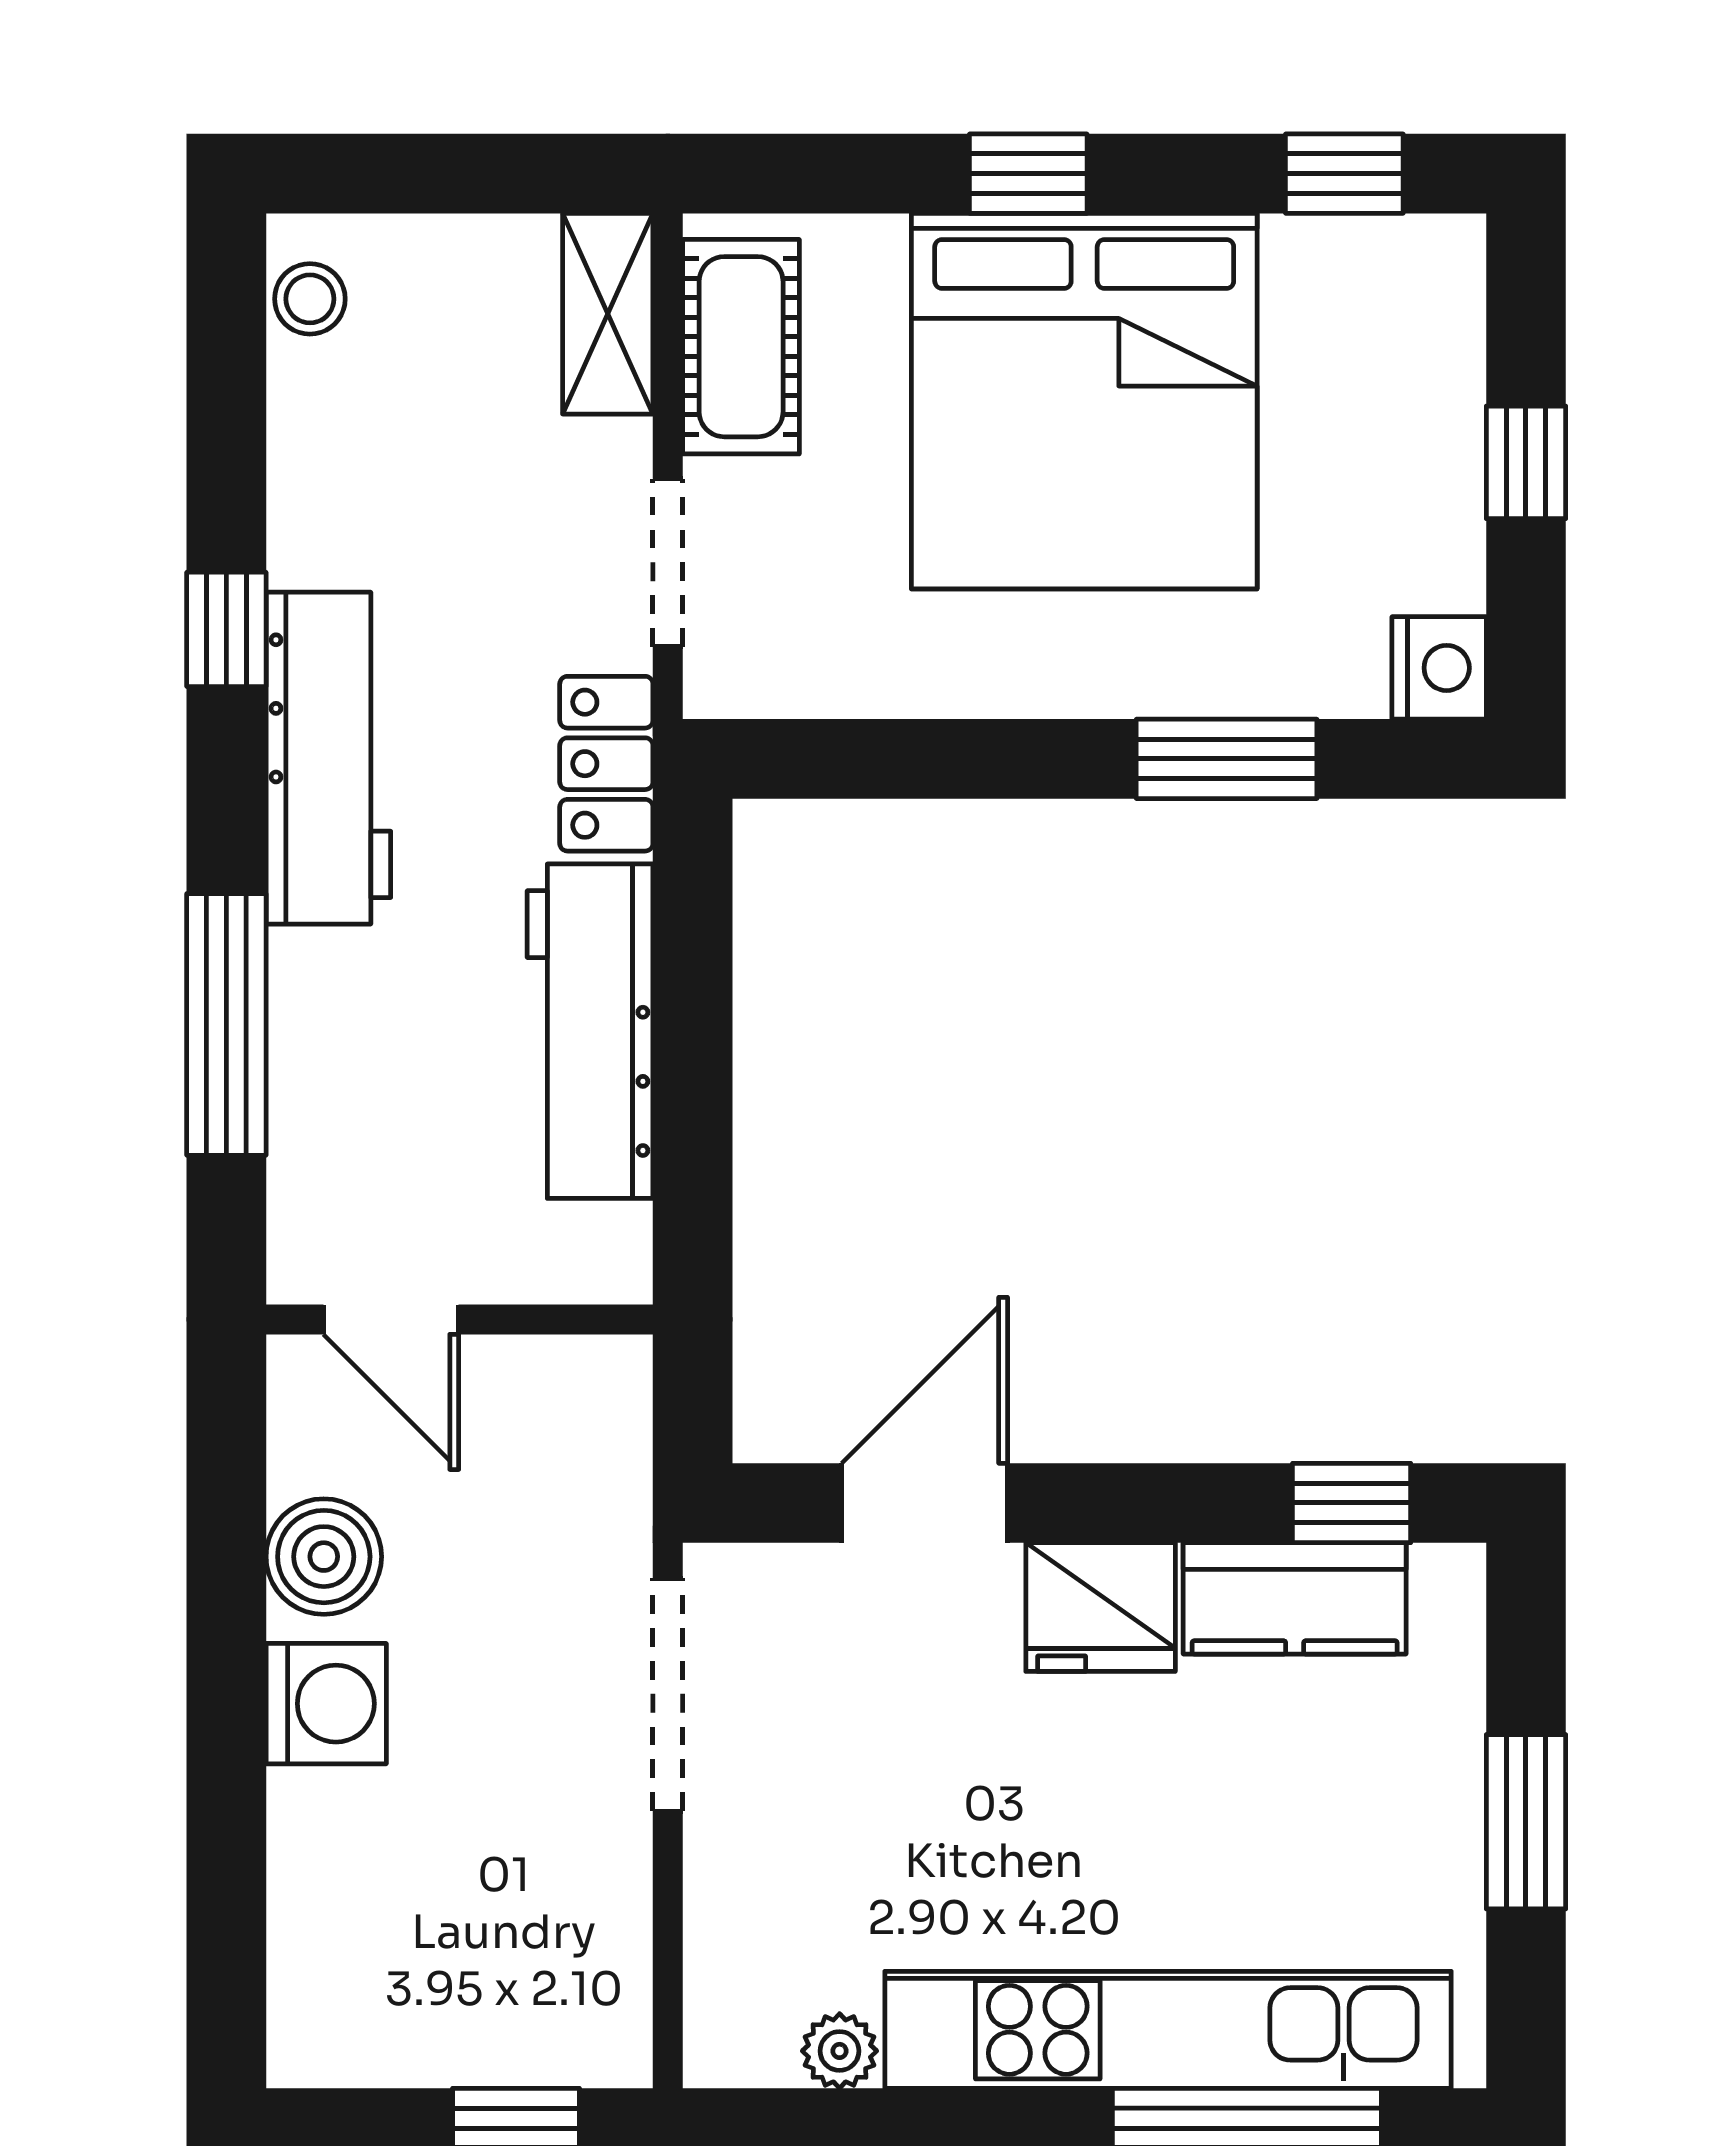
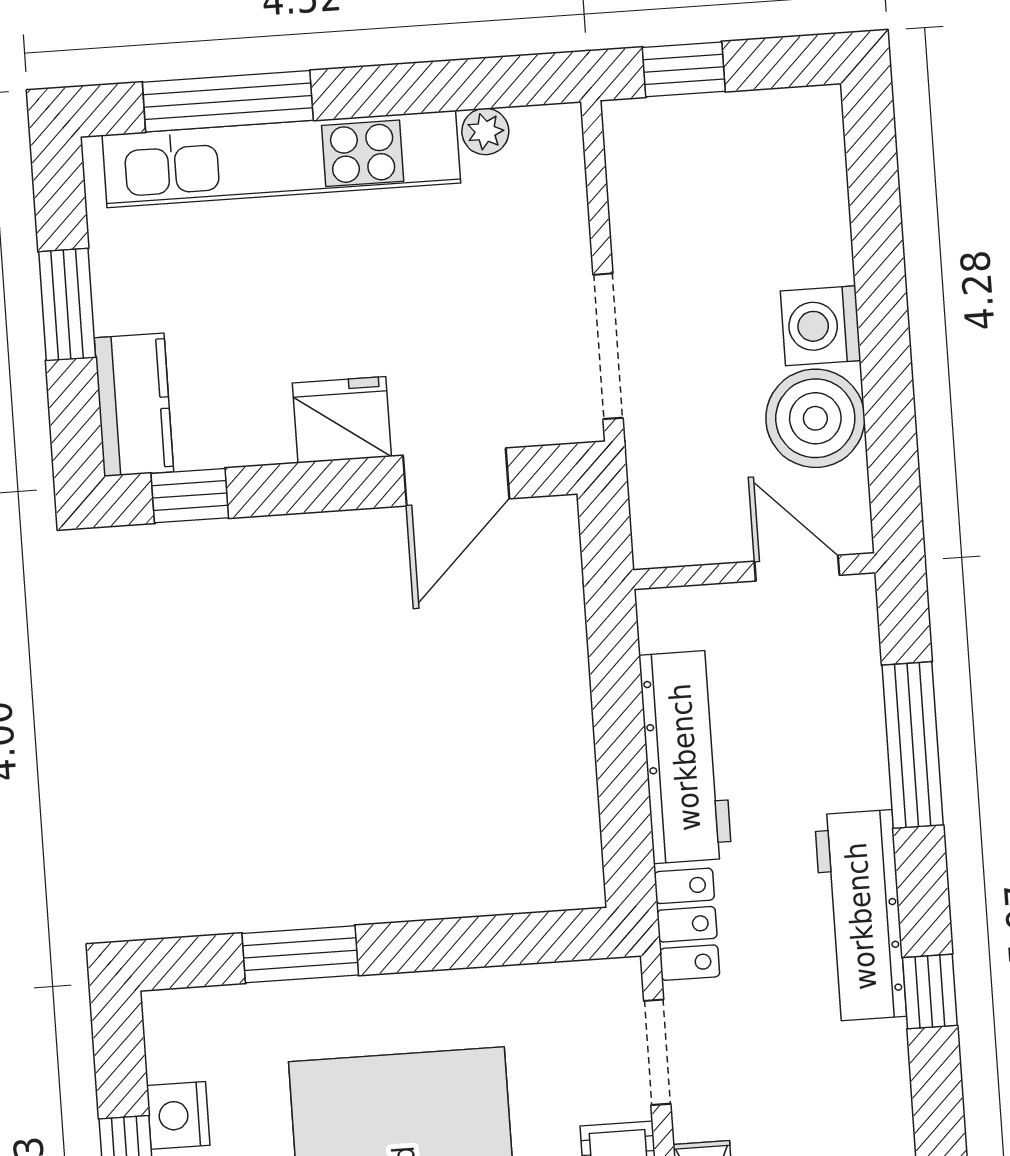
nightstand: (1439, 668) -> (178, 1115), moved
boiler: (324, 1557) -> (815, 418), width x1.37, depth x1.37
kitchen counter: (1295, 1598) -> (134, 405), moved, turned 90

